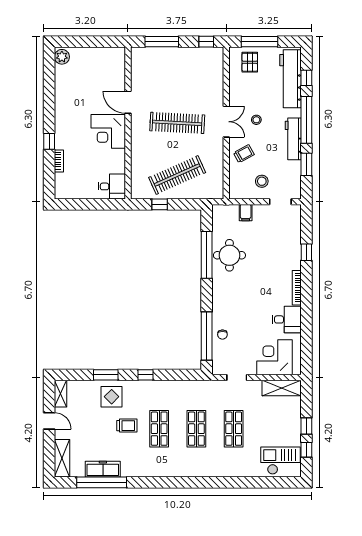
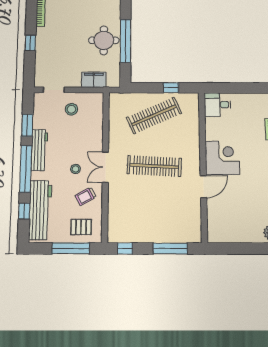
pallet: (250, 62) -> (81, 227), turned 90
door: (128, 102) -> (203, 187), hinge flipped
trolley: (244, 154) -> (86, 196), moved
filing cabinet: (246, 213) -> (94, 80), width x2.00

